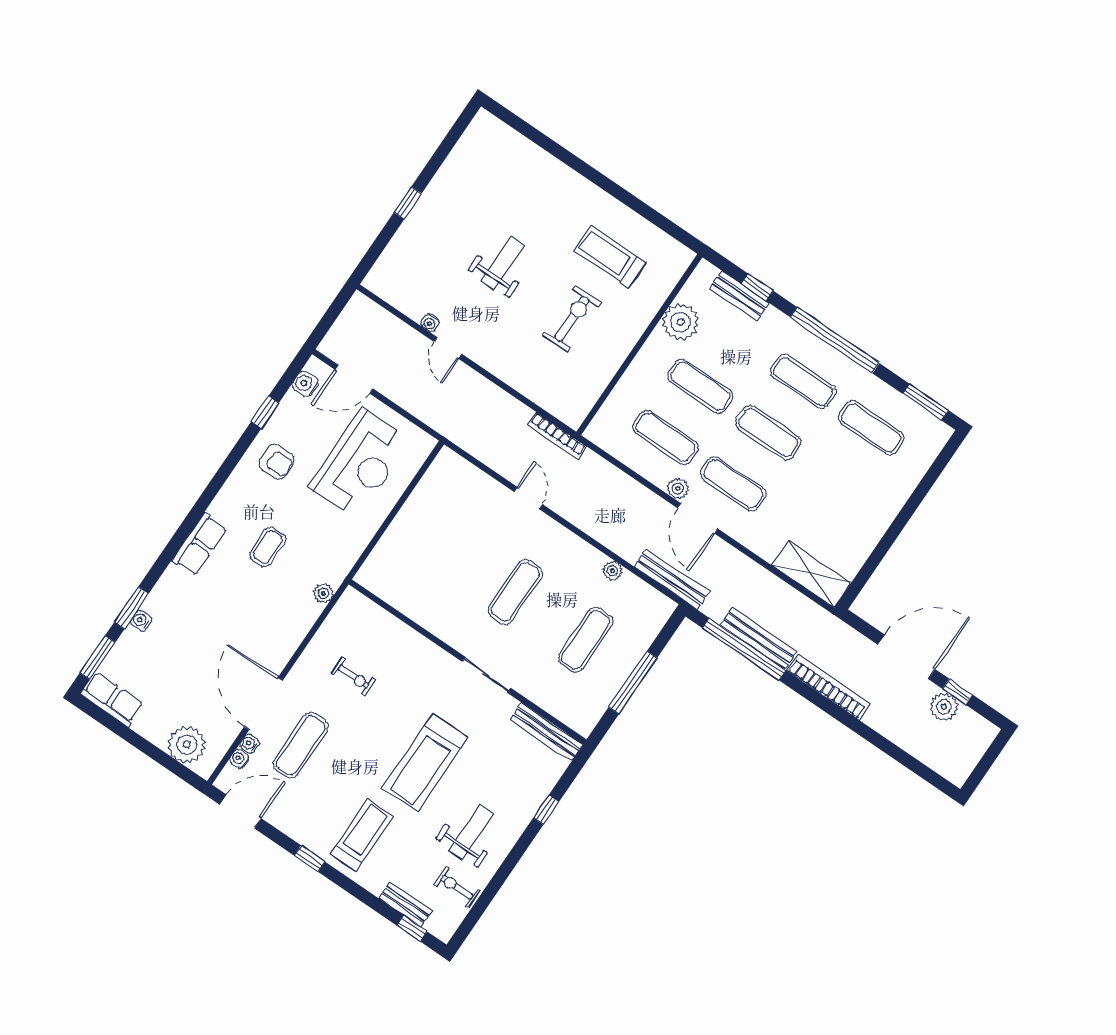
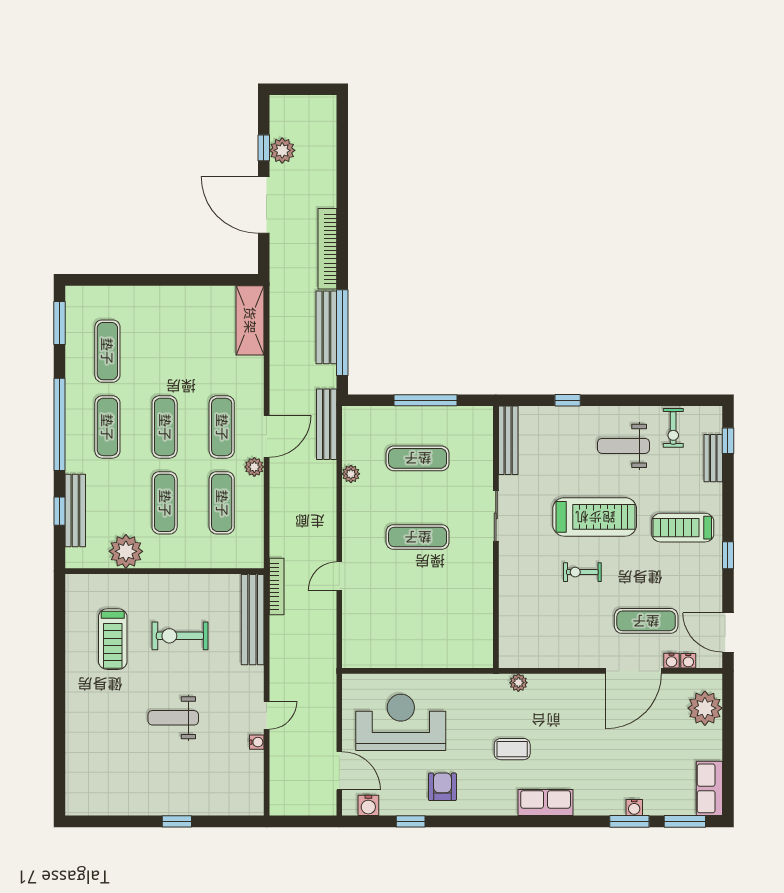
bench: (739, 296) -> (75, 511), width x1.36
bench: (542, 394) -> (253, 620), added
exercise bike: (353, 677) -> (582, 572), moved, turned -90

